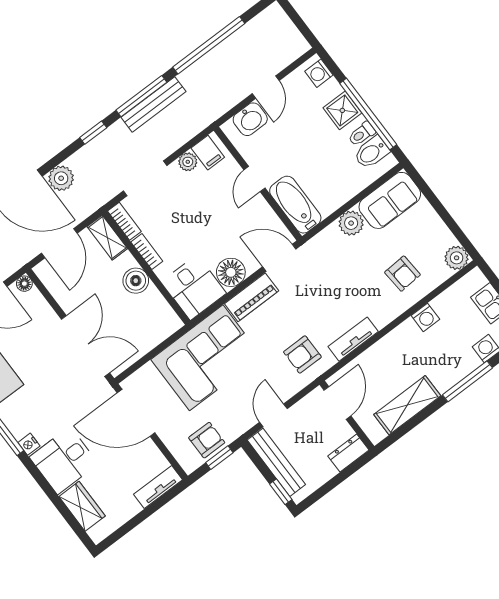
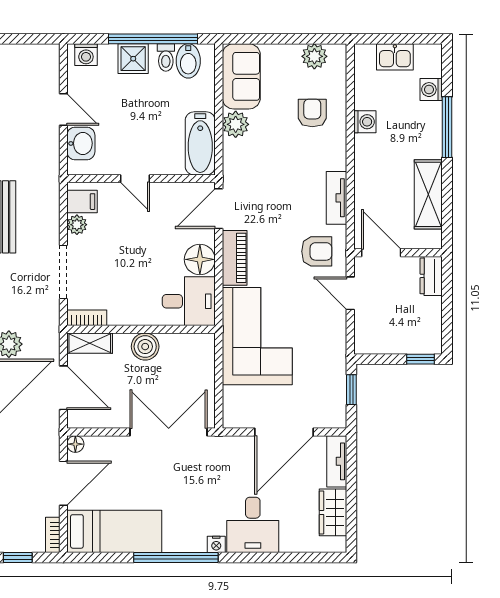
bathtub: (295, 205) -> (200, 143), moved, turned -90
bookcase: (147, 252) -> (127, 318), removed
plant: (457, 258) -> (314, 56), moved
armchair: (402, 274) -> (312, 113), turned -86
armchair: (302, 354) -> (317, 251), turned -90
door: (136, 413) -> (284, 432), moved
door: (273, 415) -> (350, 293), moved
armchair: (207, 440) -> (328, 389), removed
bench: (276, 462) -> (392, 344), removed
wardrobe: (82, 506) -> (333, 512), moved, turned -90

